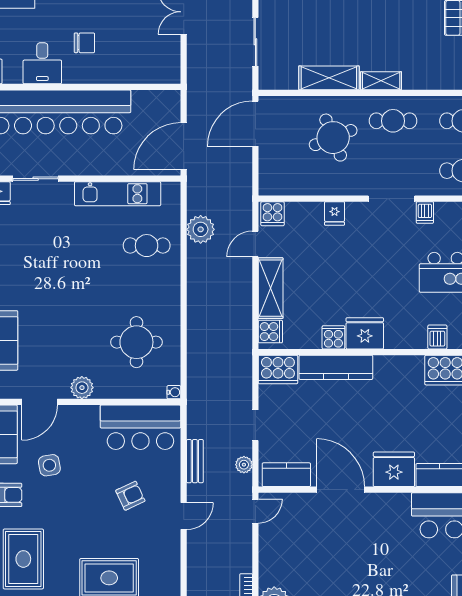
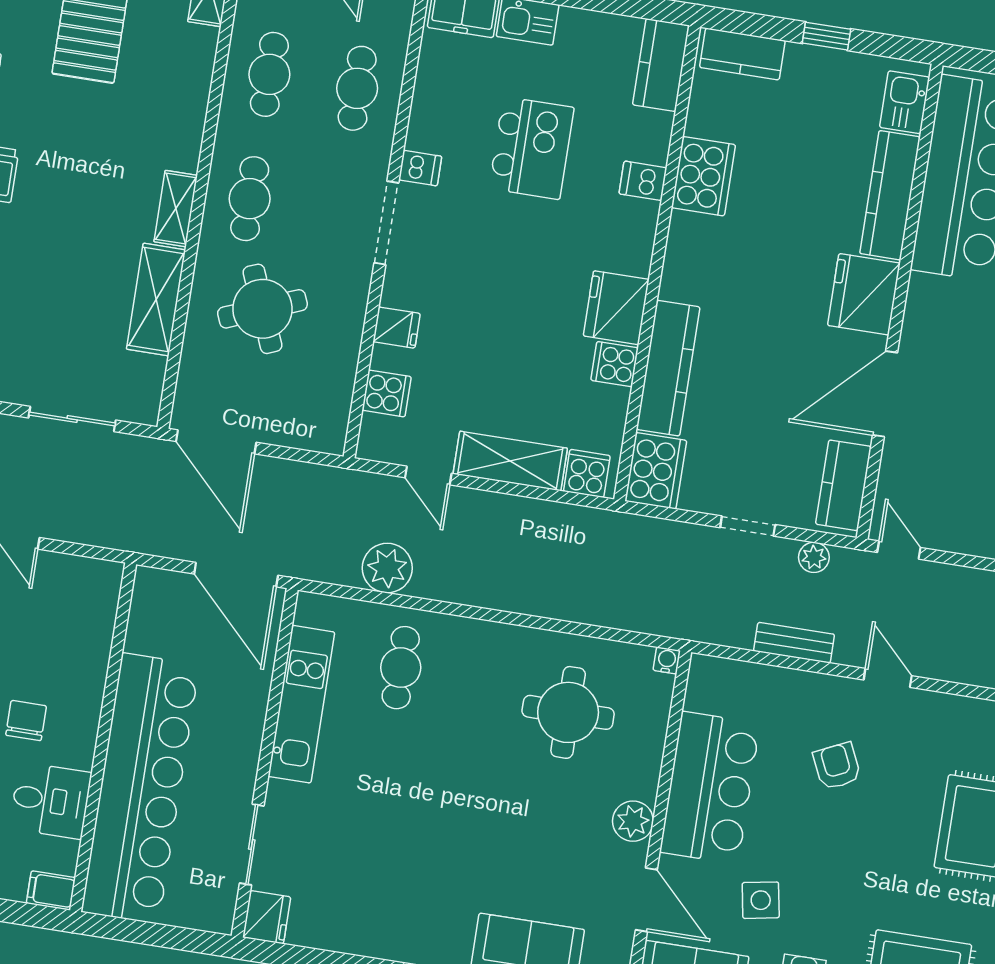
cooker: (272, 214) -> (387, 393), moved
bar counter: (140, 427) -> (710, 788), moved

